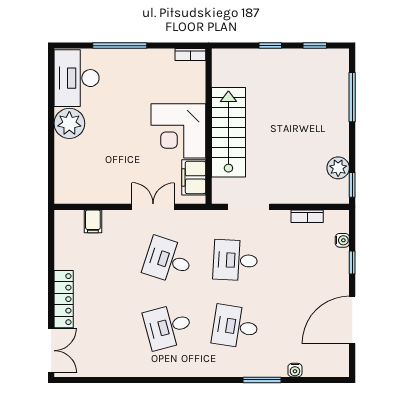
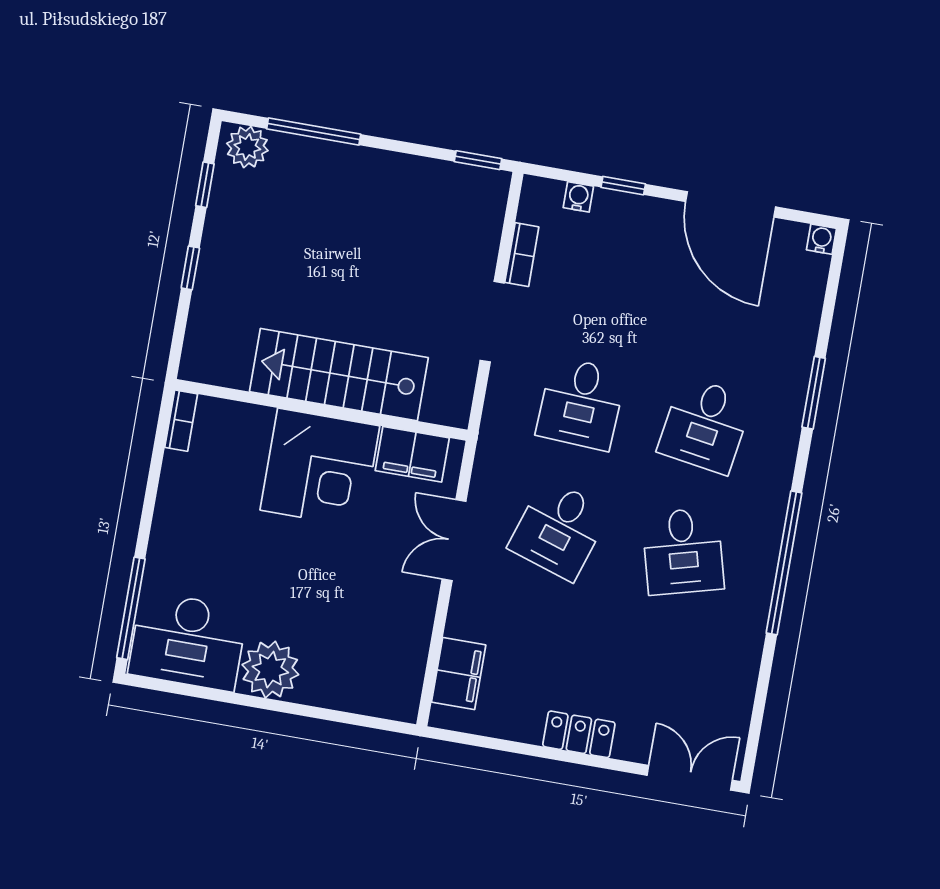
window: (120, 46) -> (131, 608), moved
plant: (338, 168) -> (247, 147), moved
doorway: (249, 207) -> (492, 322), moved
filing cabinet: (93, 221) -> (459, 674), width x2.00
locker: (64, 299) -> (579, 734), width x0.66
water cooler: (295, 370) -> (821, 239), moved, turned -90
window: (171, 380) -> (784, 563), added

